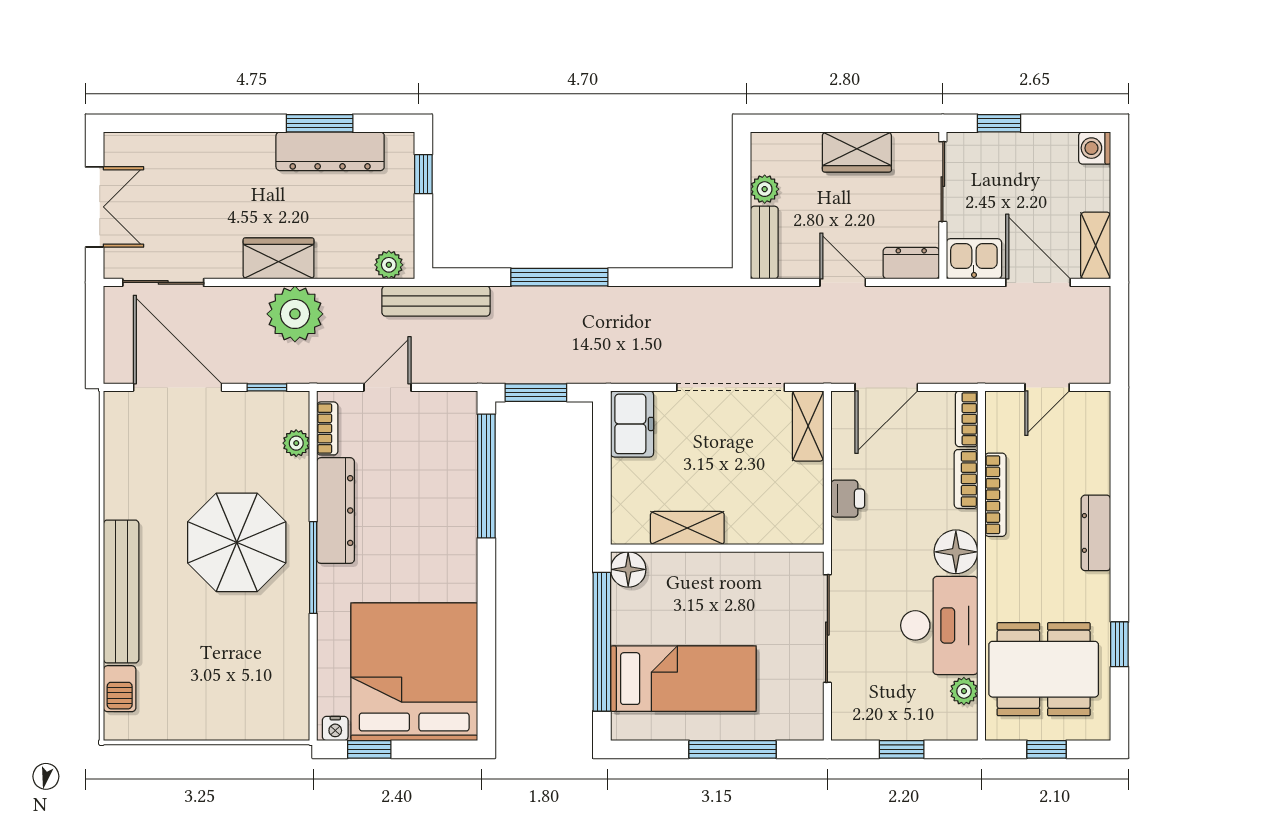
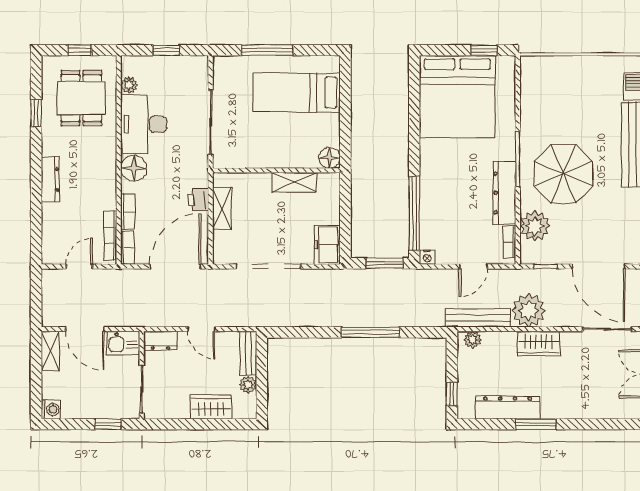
window: (320, 123) -> (536, 424), moved
wardrobe: (857, 152) -> (211, 407), moved
bench: (436, 301) -> (478, 318), moved
door: (886, 387) -> (175, 266), width x1.36
shelving: (808, 426) -> (222, 208), moved
plant: (296, 443) -> (535, 226), width x1.87, depth x1.87
bookcase: (995, 495) -> (110, 235), moved
window: (602, 642) -> (345, 115), removed
dining table: (1044, 669) -> (81, 98), width x0.73
nightstand: (335, 729) -> (427, 257), moved, turned 180

